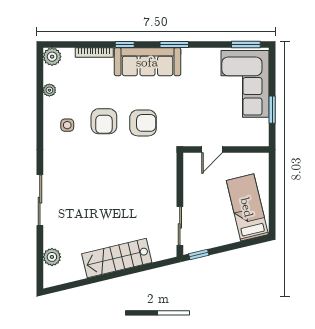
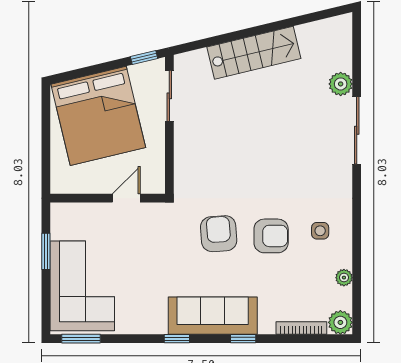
window: (174, 44) -> (177, 339), width x0.67
bookcase: (94, 52) -> (301, 328), moved
armchair: (104, 121) -> (271, 236), turned 90
armchair: (143, 123) -> (219, 234), turned 86
bed: (247, 207) -> (98, 116), width x2.04
plant: (52, 257) -> (341, 84), moved

